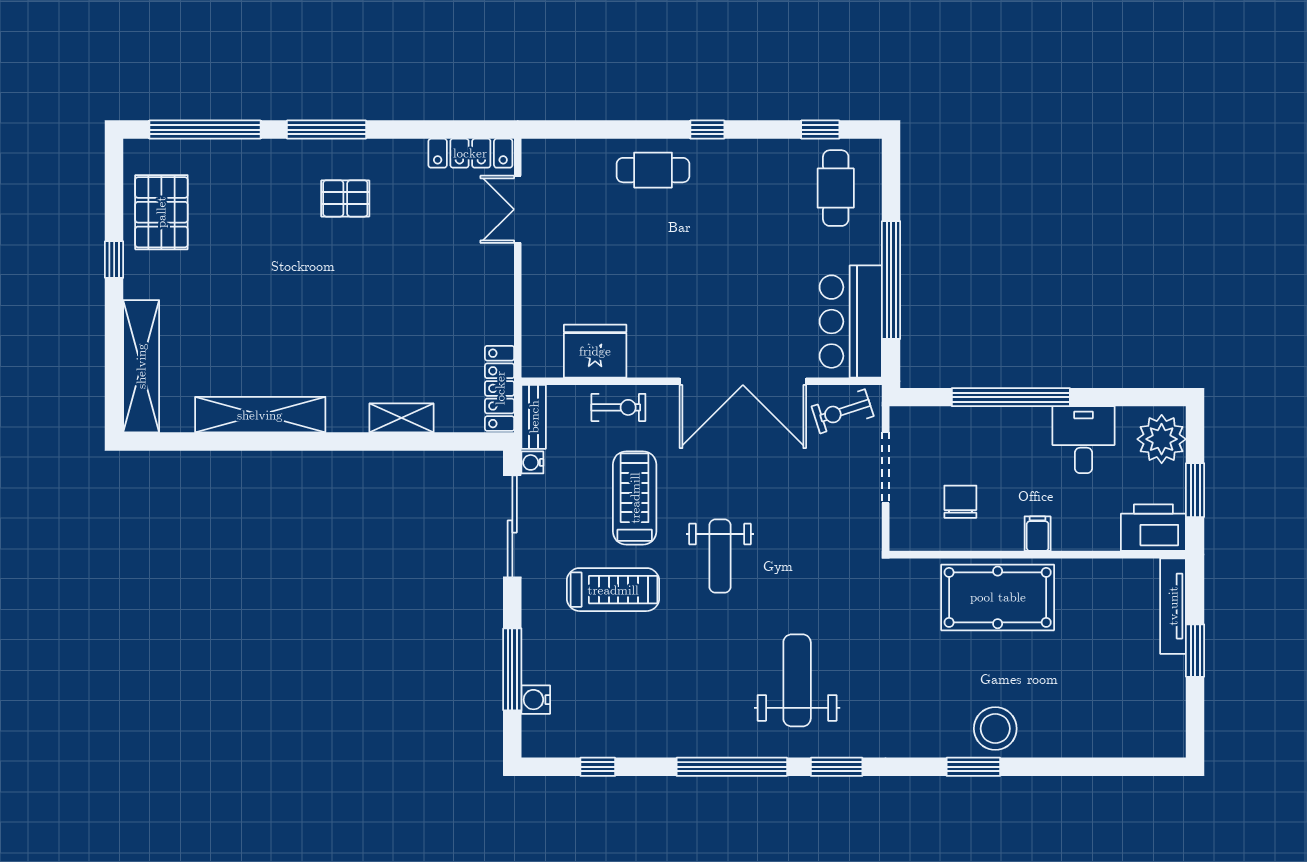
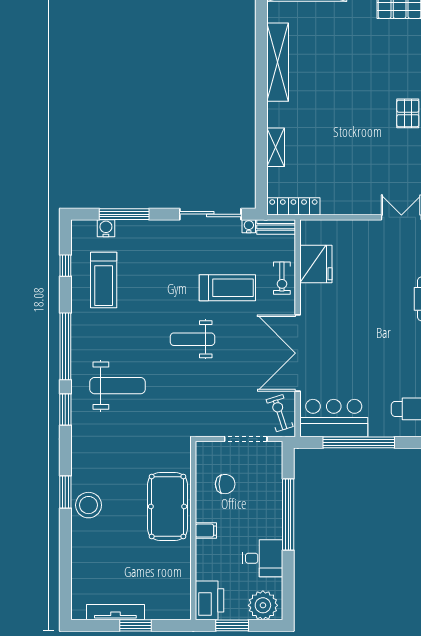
treadmill: (613, 590) -> (104, 280), moved
tv unit: (1173, 606) -> (115, 612), moved

